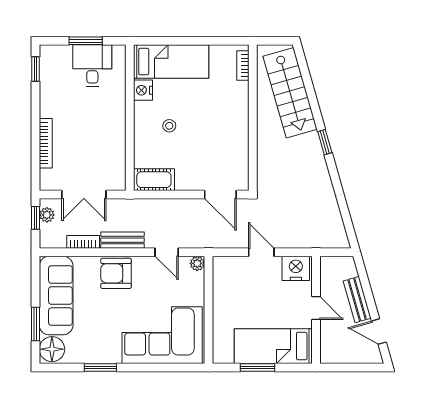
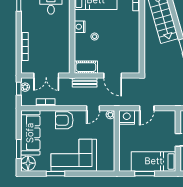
nightstand: (143, 90) -> (80, 27), moved
door: (220, 195) -> (113, 76), moved
bench: (123, 240) -> (85, 82), moved
door: (167, 252) -> (93, 108), hinge flipped
door: (261, 252) -> (147, 108), swing flipped
nightstand: (296, 268) -> (127, 117), moved
corner sofa: (162, 335) -> (74, 155), moved

